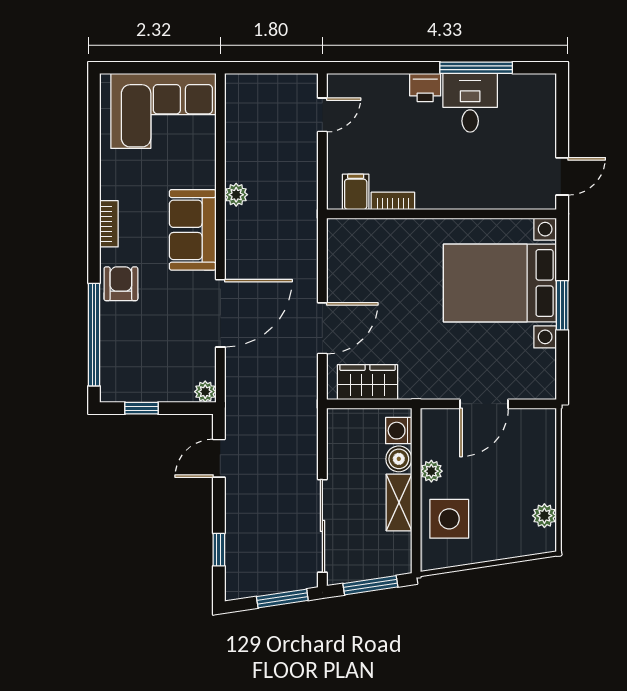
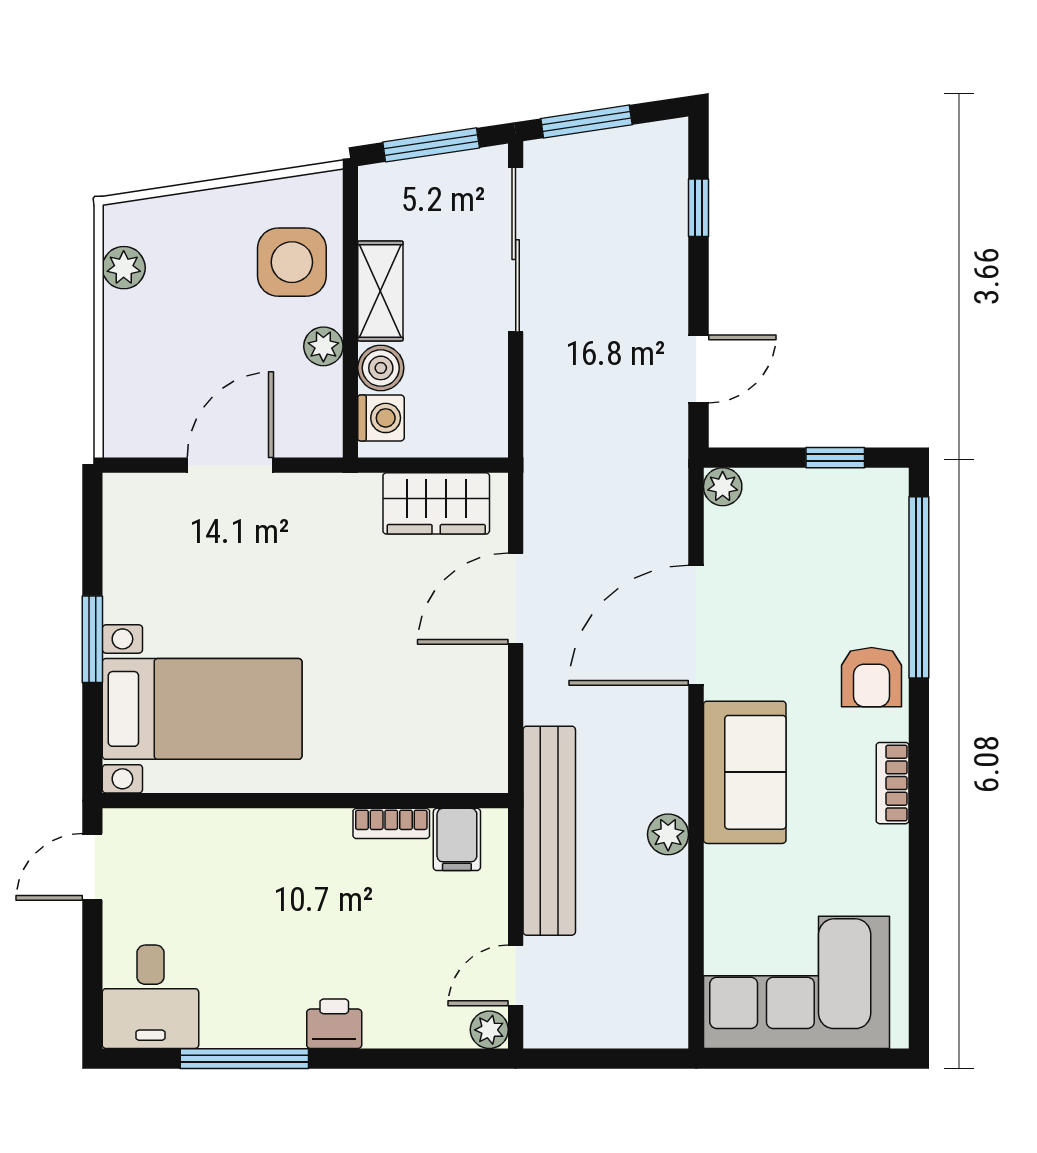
plant: (337, 84) -> (489, 1030), added
desk: (470, 103) -> (150, 997), moved
bench: (303, 197) -> (549, 831), added
bed with nightstands: (500, 283) -> (202, 709), width x0.73

